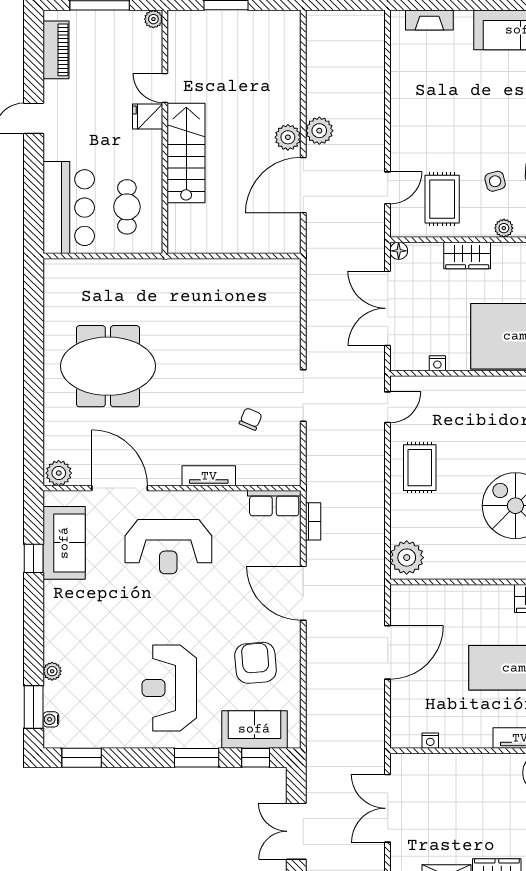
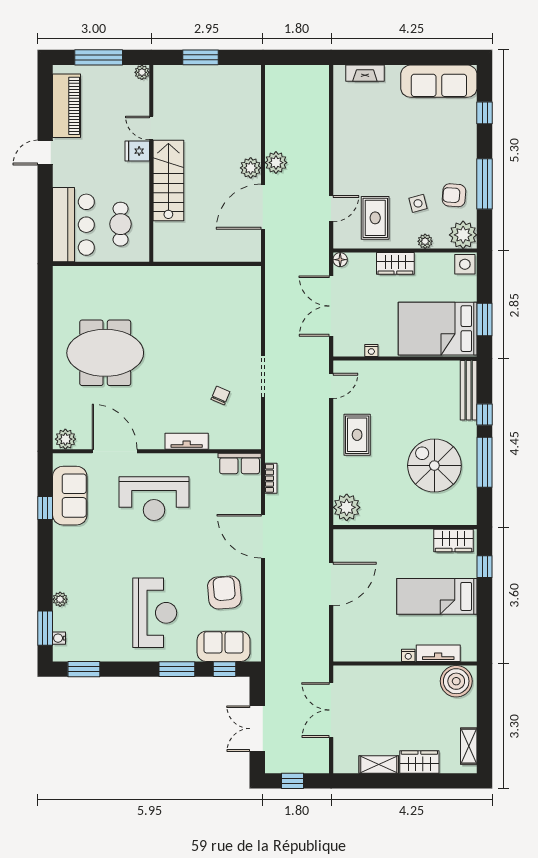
piano: (56, 50) -> (67, 106), width x1.37, depth x1.33
reception desk: (169, 688) -> (155, 613), turned 180
nightstand: (430, 741) -> (408, 655), moved

